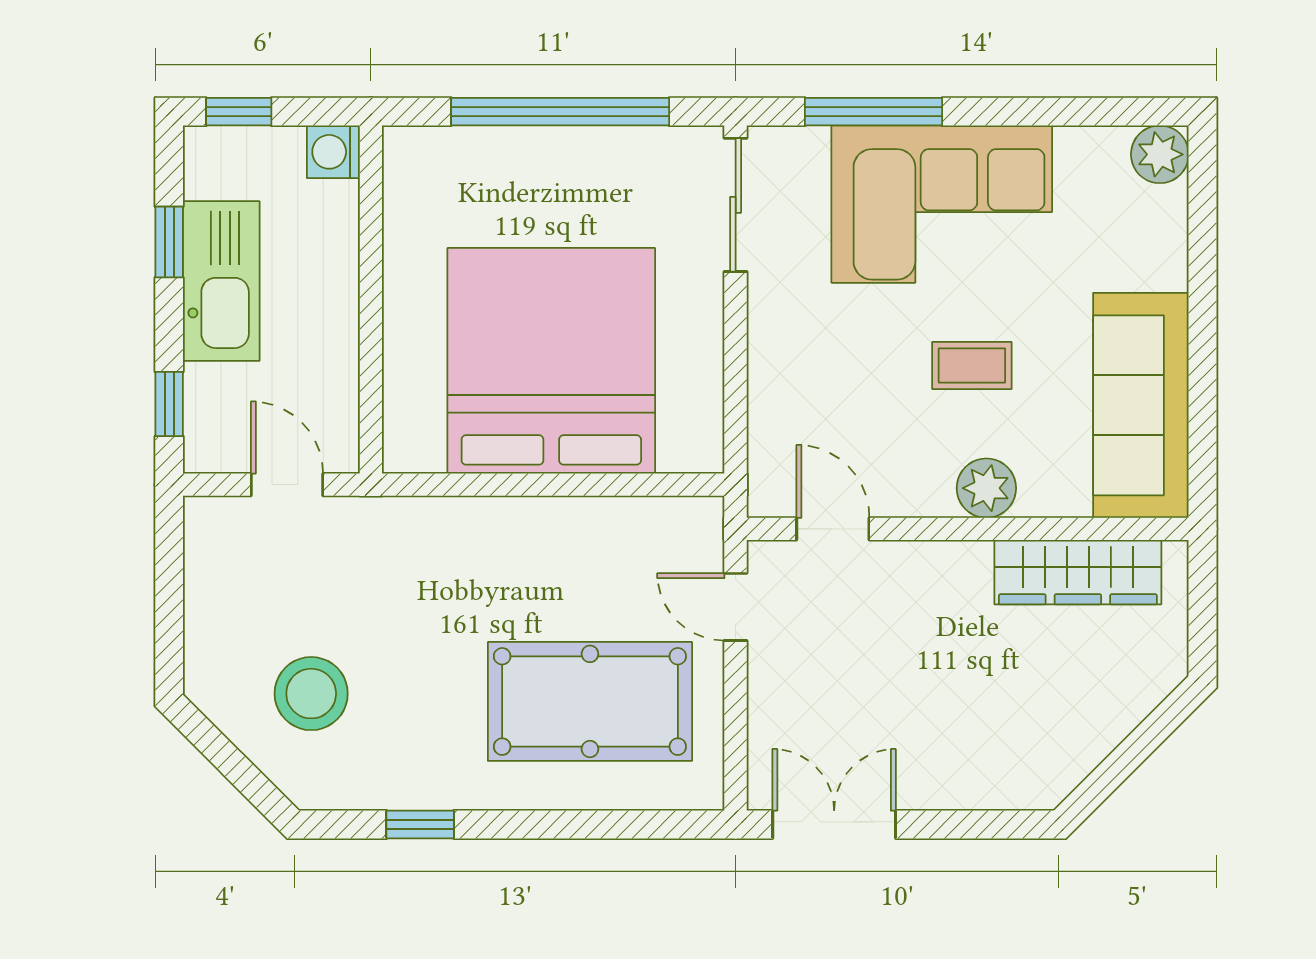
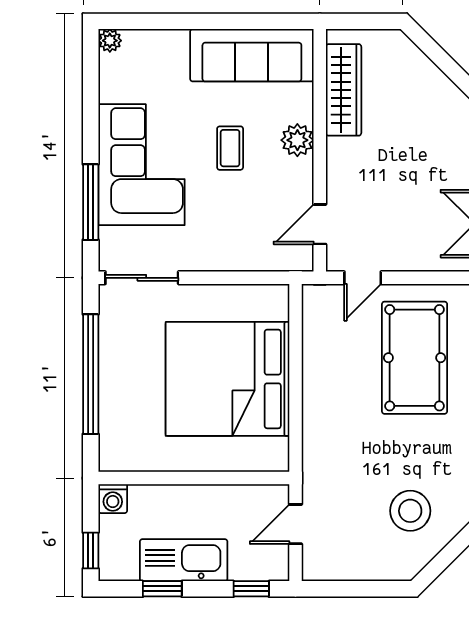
plant: (1160, 154) -> (110, 41), width x0.73, depth x0.73

